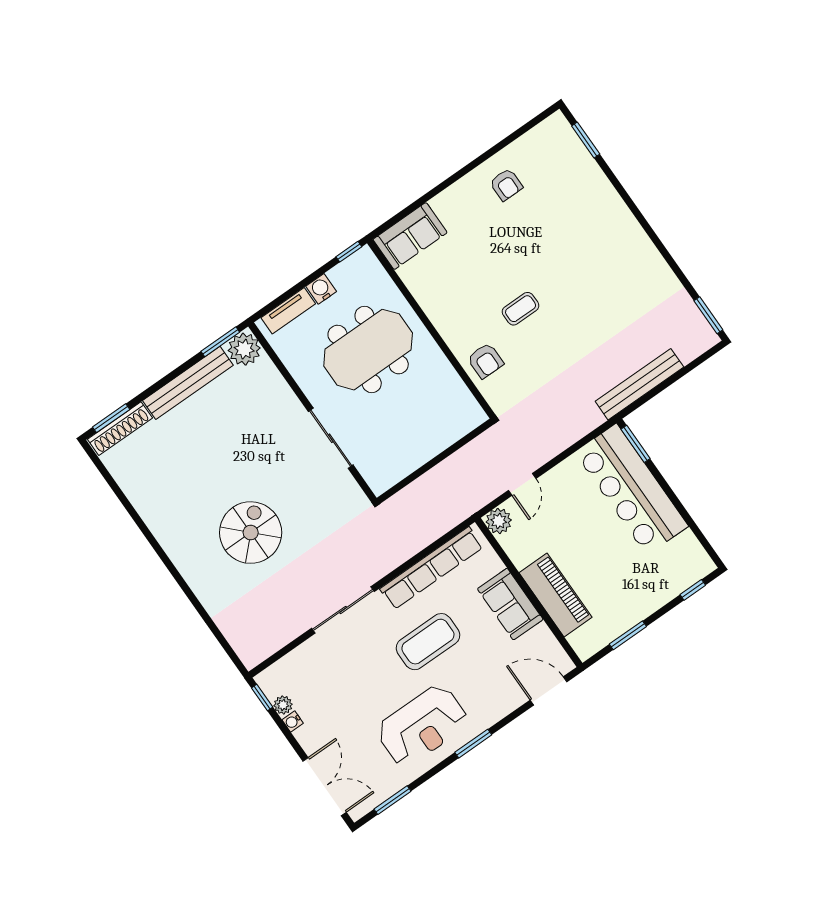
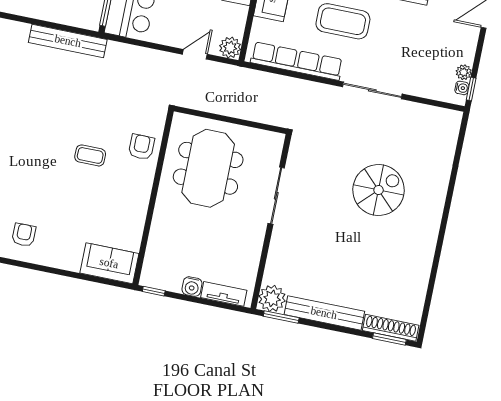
meeting table: (368, 350) -> (208, 168), moved, turned 90
spiral stairs: (251, 533) -> (379, 190), turned 180
water cooler: (293, 721) -> (462, 88), moved

